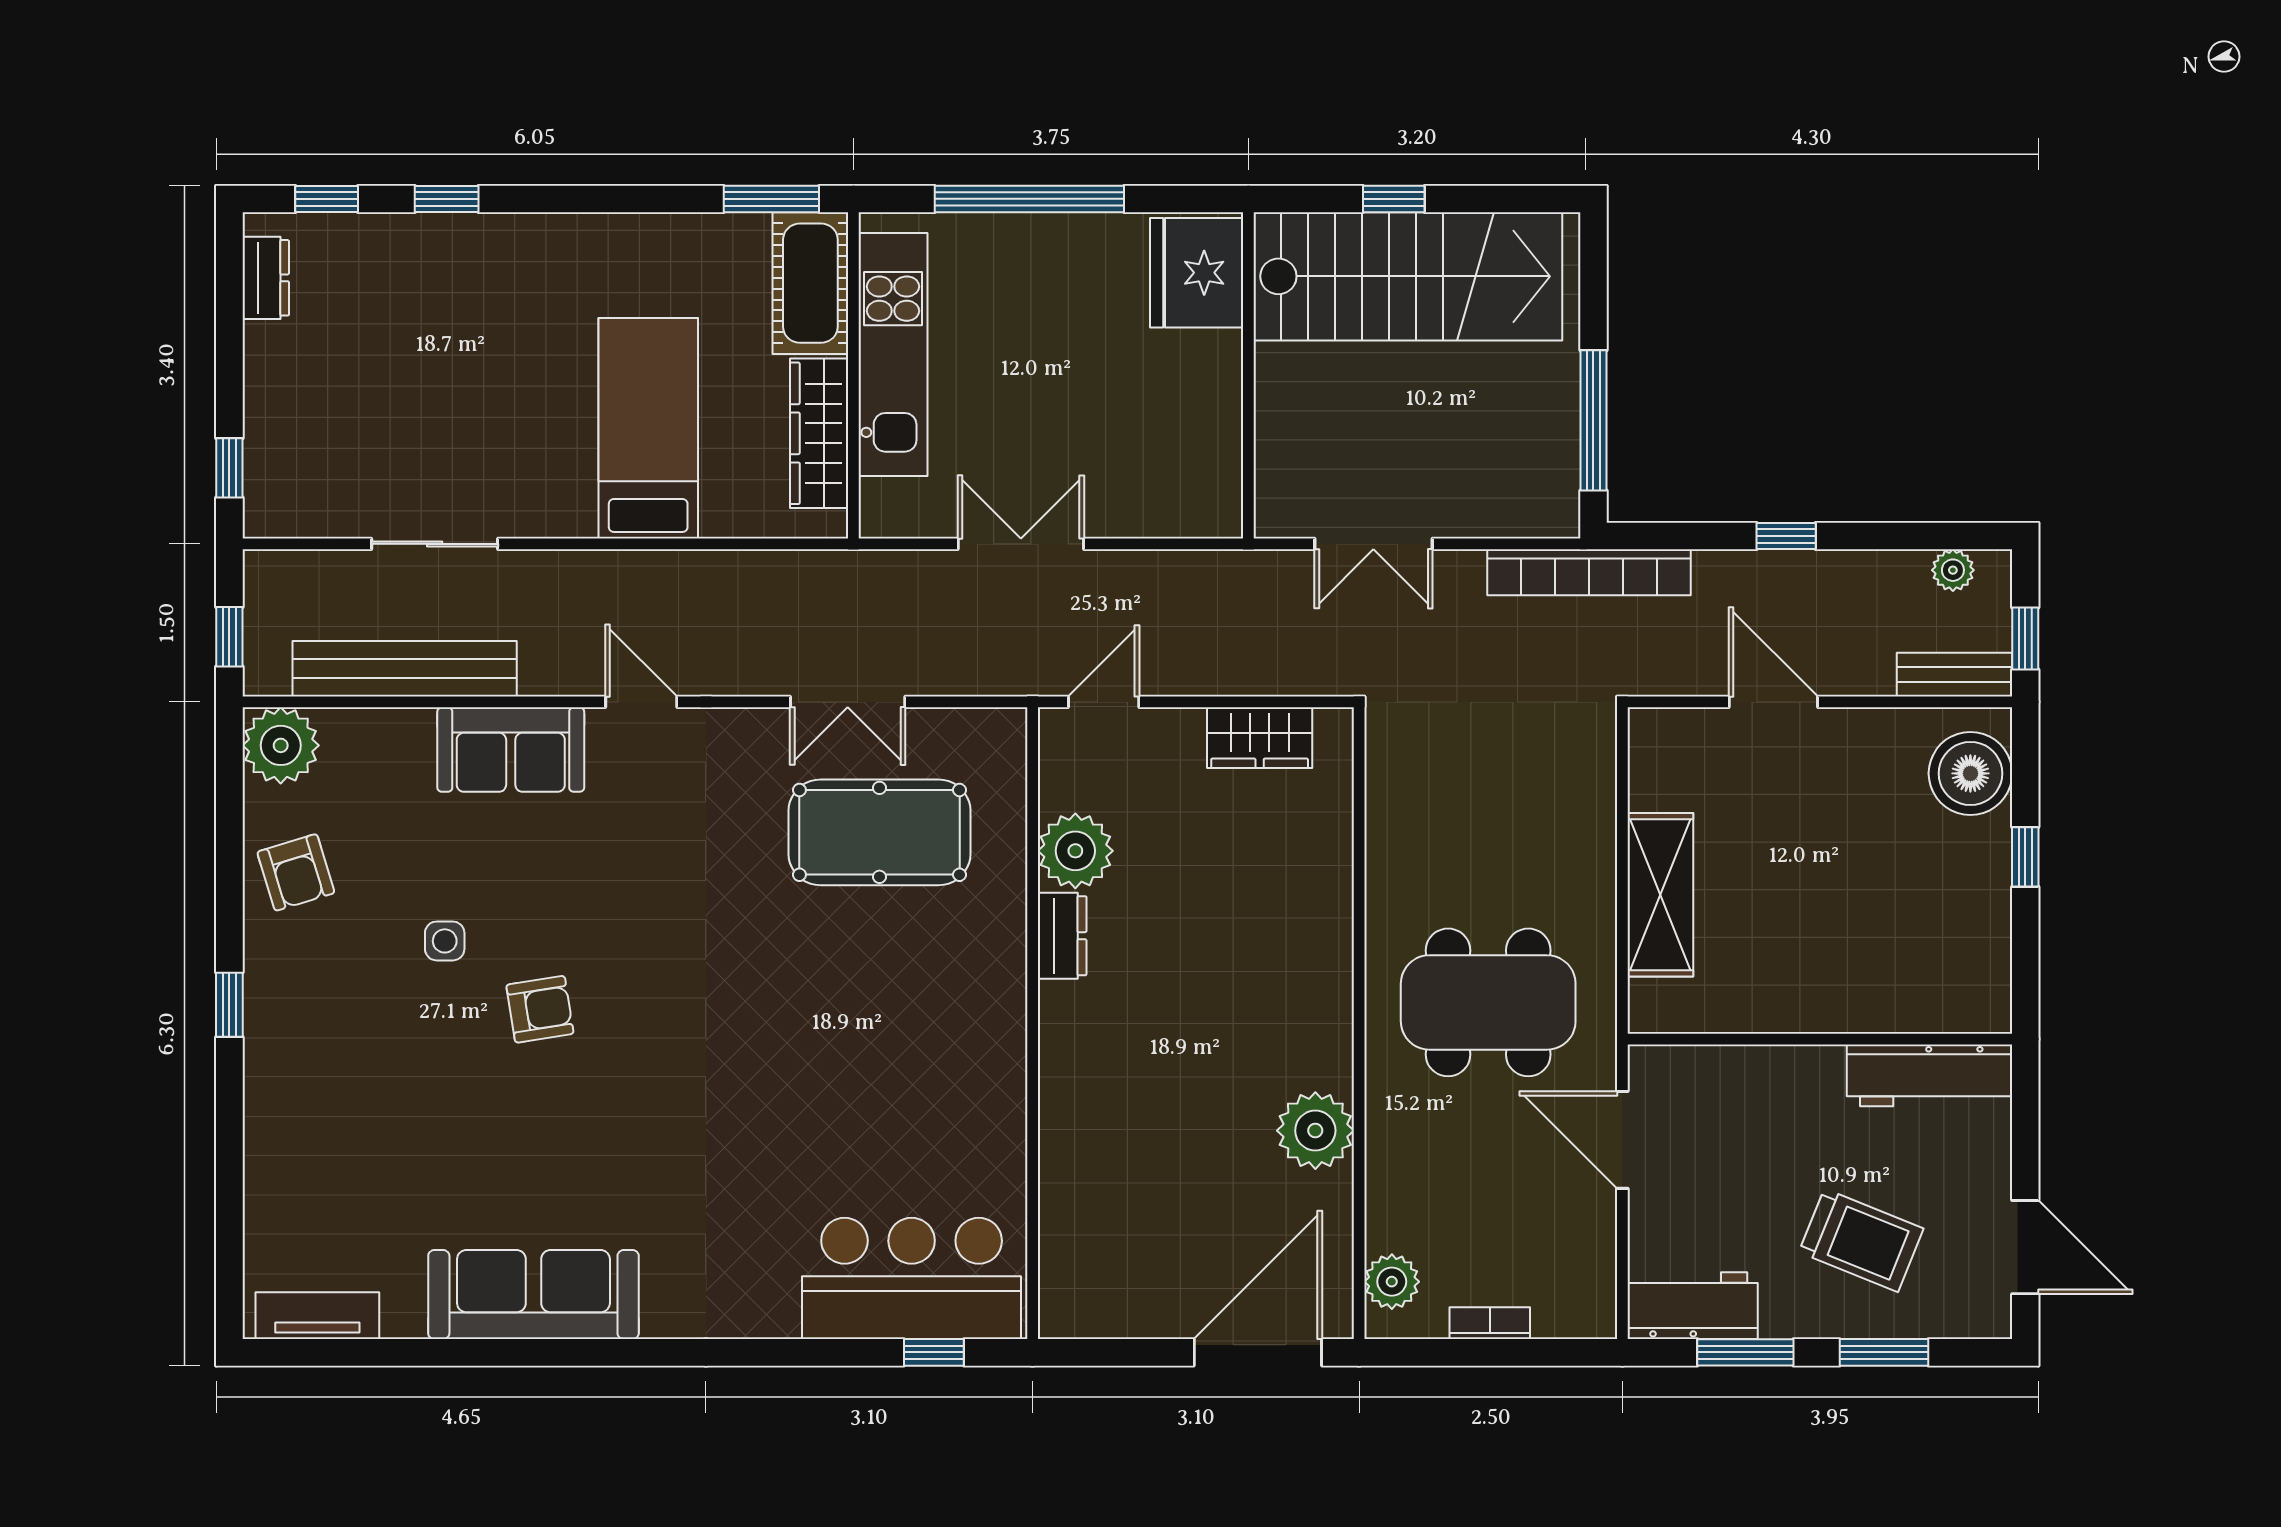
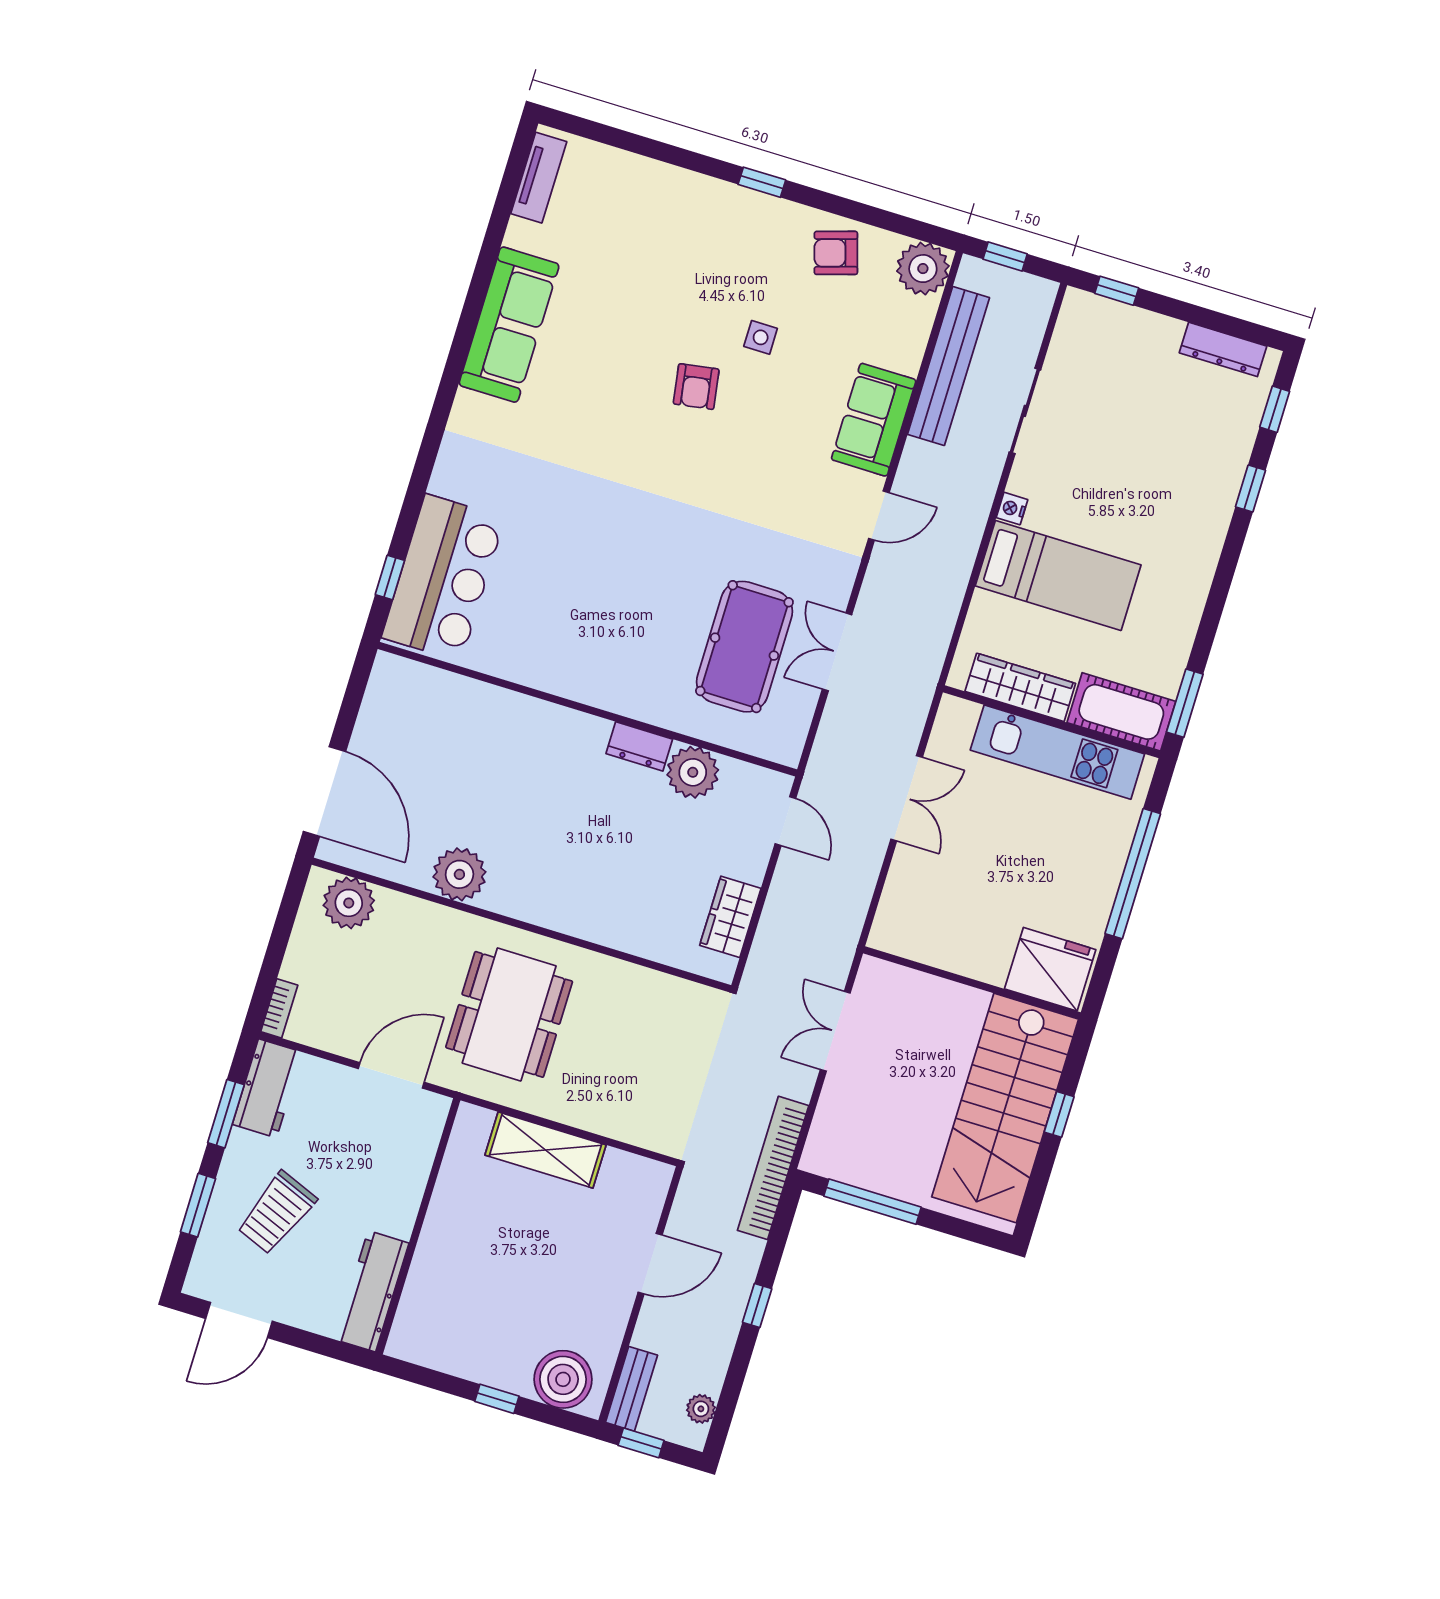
dresser: (266, 278) -> (1223, 349), width x1.44
nightstand: (575, 521) -> (1012, 509), added
plant: (1392, 1282) -> (349, 903), width x1.36, depth x1.36
bookcase: (1490, 1323) -> (279, 1008), moved

